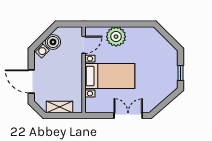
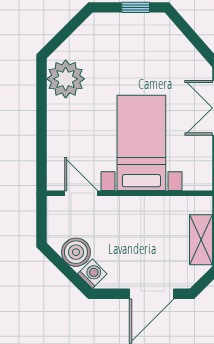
plant: (116, 37) -> (66, 79), moved

